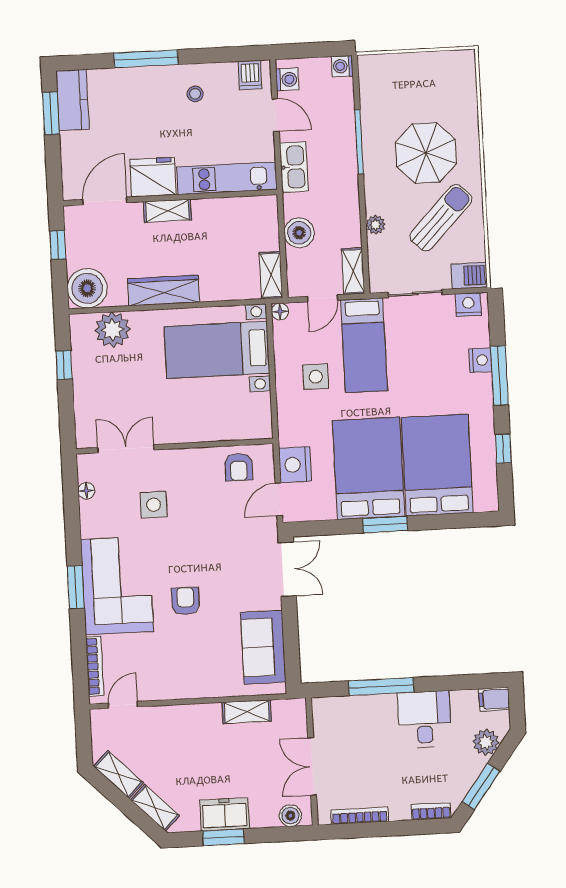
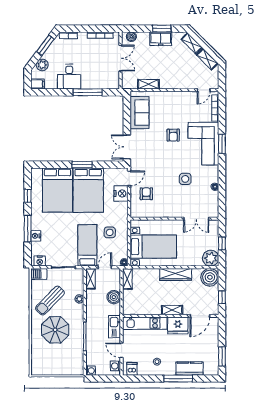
kitchen counter: (72, 100) -> (190, 369), moved, turned 90
plant: (112, 330) -> (211, 258), moved
wall: (175, 446) -> (174, 219), moved
double door: (126, 449) -> (196, 219), moved

